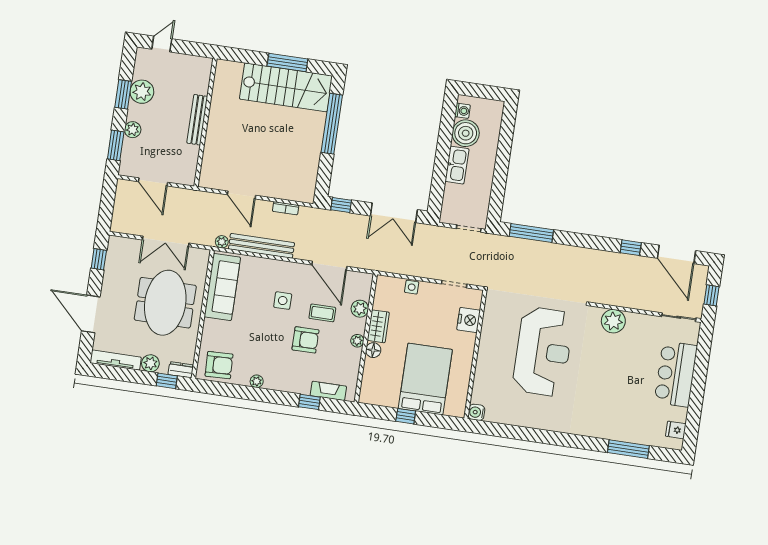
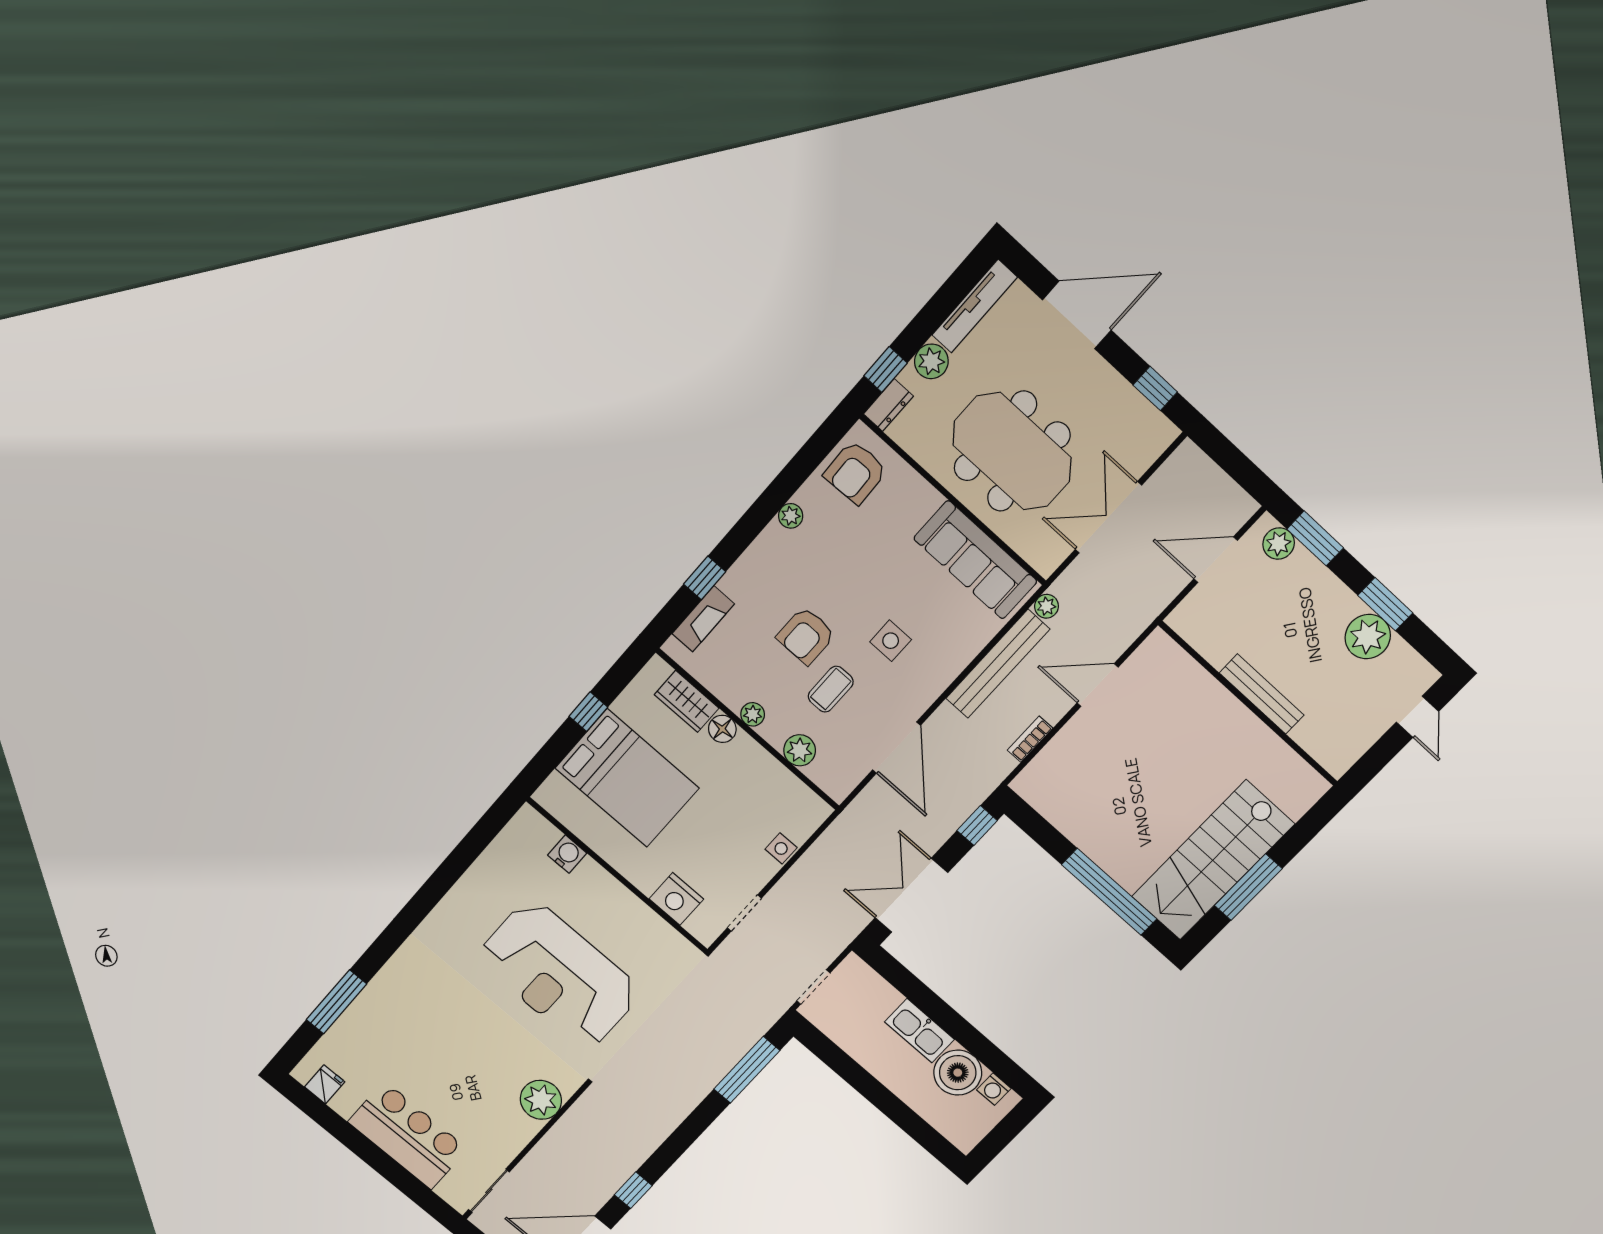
plant: (133, 130) -> (1279, 544), moved
door: (329, 266) -> (897, 748), swing flipped
wardrobe: (378, 326) -> (687, 701), moved
water cooler: (476, 412) -> (567, 854), moved

